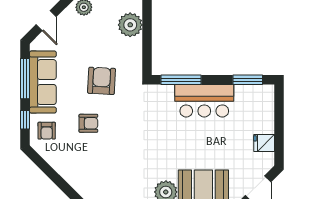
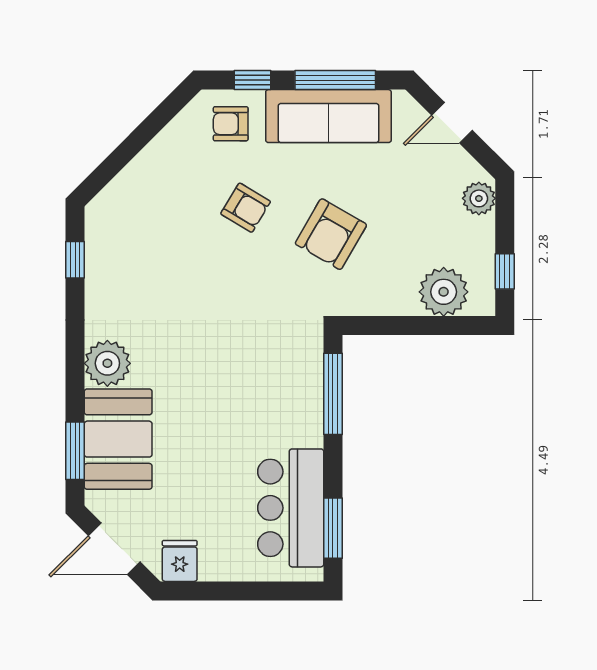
armchair: (102, 81) -> (331, 234), turned 117
bar counter: (204, 101) -> (291, 508), moved
armchair: (88, 123) -> (246, 208), turned -59
fridge: (264, 143) -> (180, 561), moved

